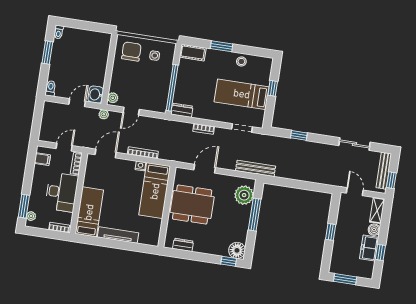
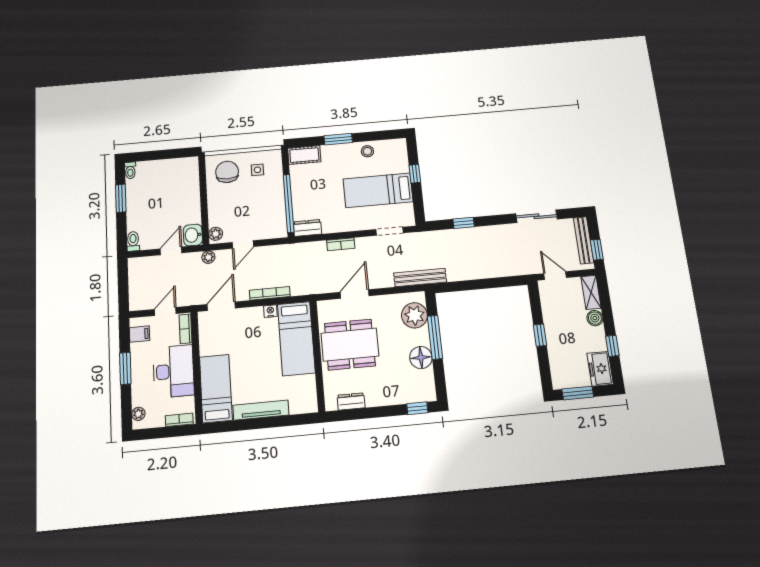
window: (24, 206) -> (125, 368), moved
freezer: (369, 248) -> (600, 369), moved
floor lamp: (237, 250) -> (421, 358), moved

